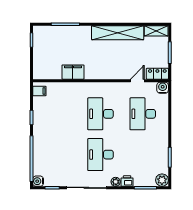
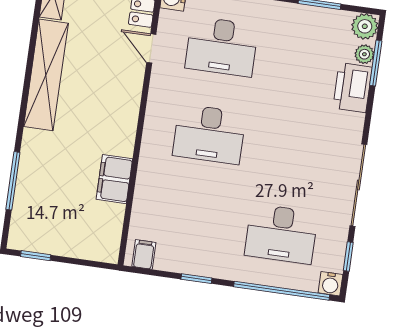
desk: (101, 155) -> (281, 234), moved
printer: (127, 181) -> (353, 88), width x1.87, depth x1.48
plant: (116, 182) -> (364, 54), moved

